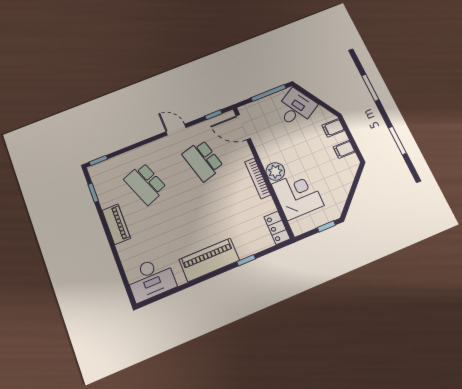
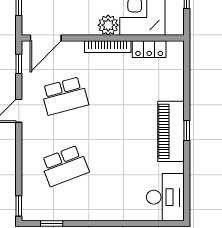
piano: (116, 224) -> (95, 212), removed
locker: (277, 228) -> (149, 49), moved
window: (246, 260) -> (187, 130), moved

